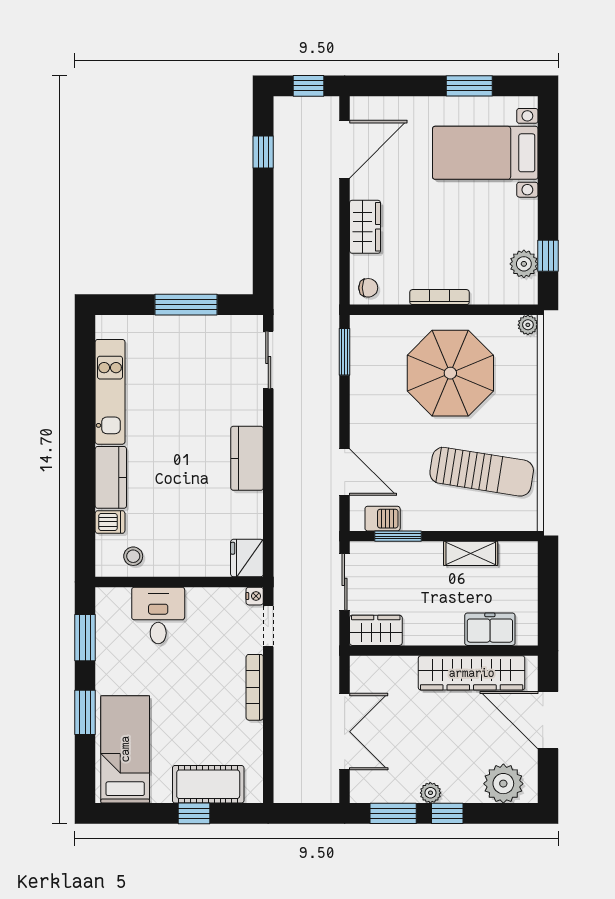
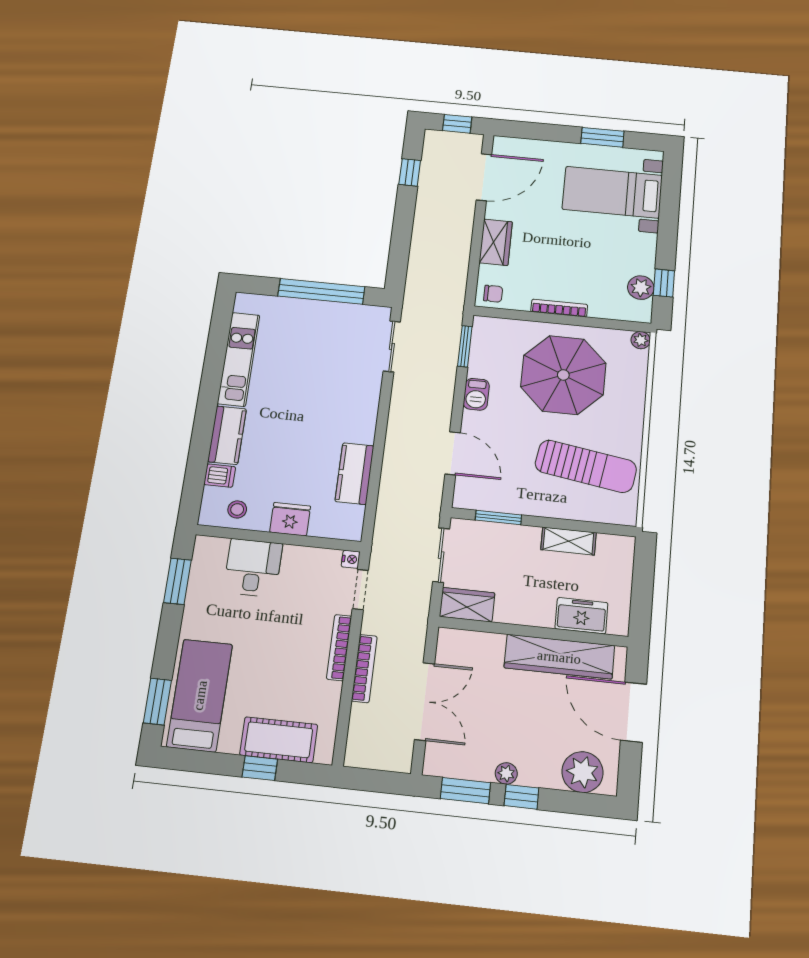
window: (186, 305) -> (321, 291), width x1.46
kitchen counter: (247, 458) -> (355, 474), moved
barbecue: (383, 519) -> (476, 394), moved, turned 90
fridge: (247, 558) -> (290, 519), moved, turned 90
bookcase: (282, 706) -> (364, 668), added
window: (85, 712) -> (157, 702), moved

